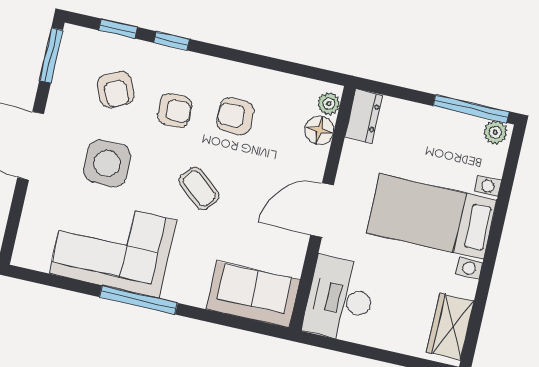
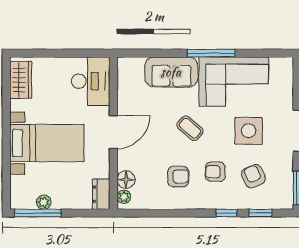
plant: (495, 132) -> (44, 202), moved
sofa: (253, 295) -> (171, 72), moved

